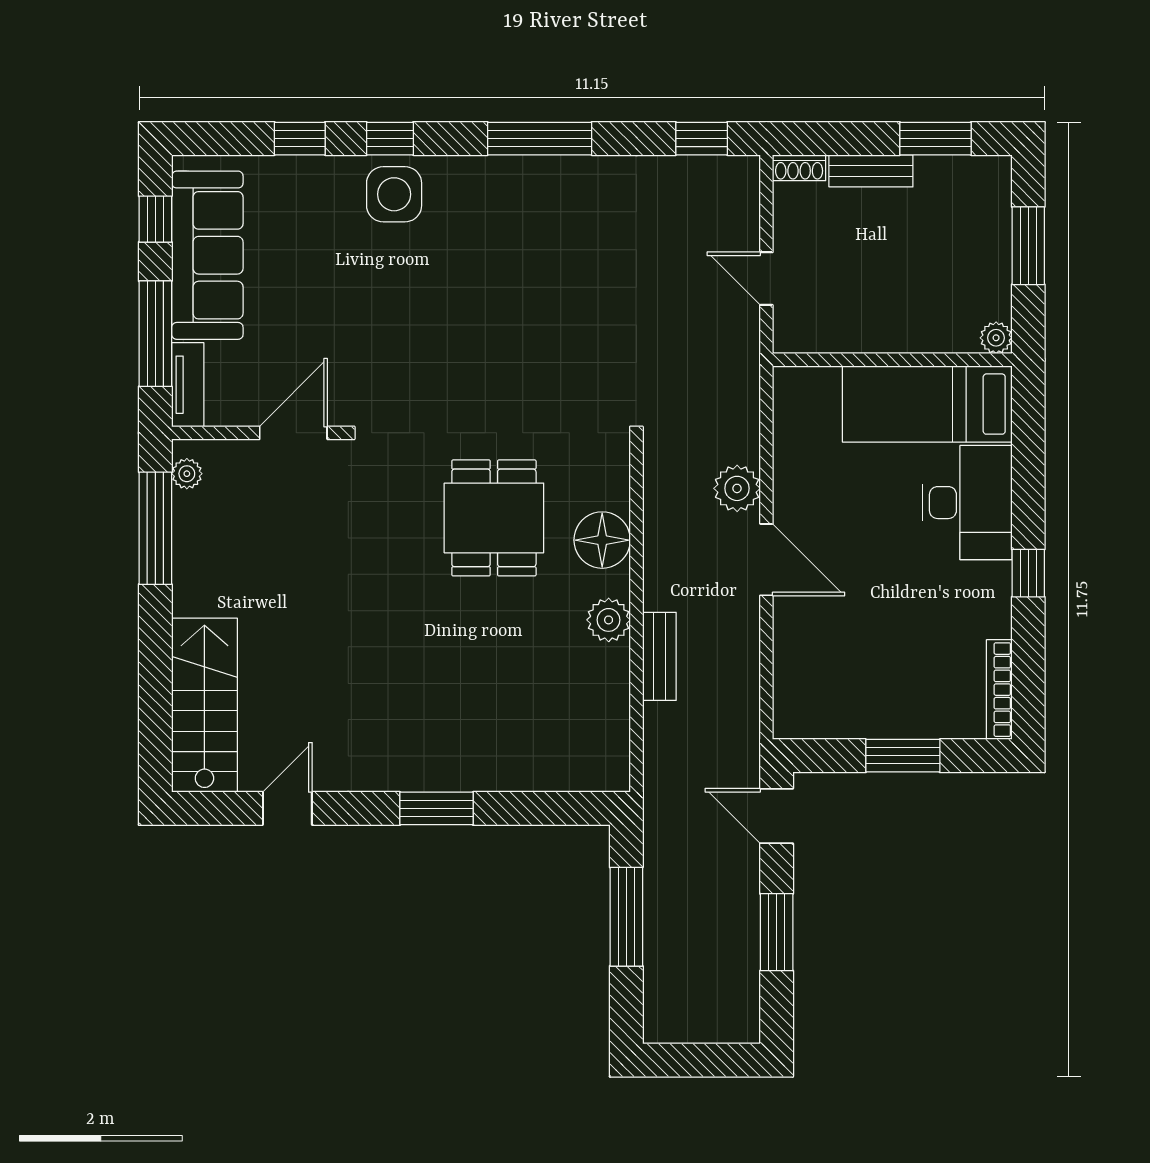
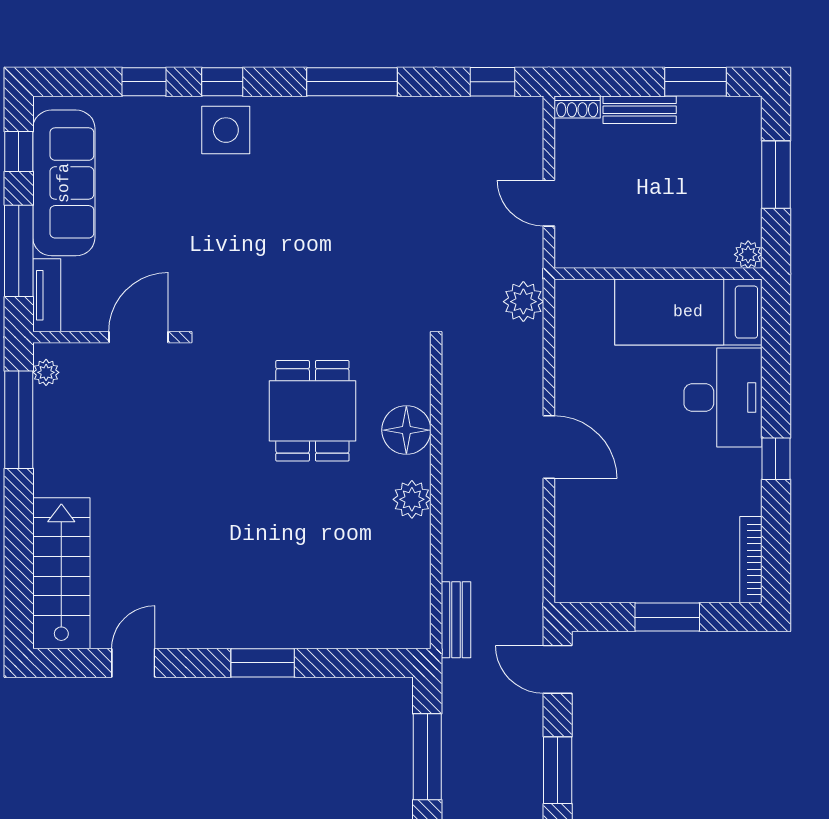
plant: (737, 488) -> (523, 302), moved
bench: (659, 656) -> (456, 620), moved

